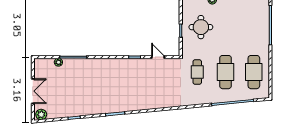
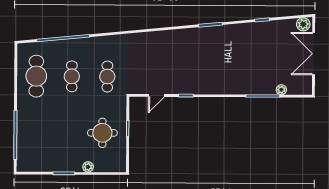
door: (158, 57) -> (156, 95), hinge flipped
cafe table: (226, 72) -> (72, 76), width x0.73, depth x0.74
double door: (33, 91) -> (314, 54), width x1.37

